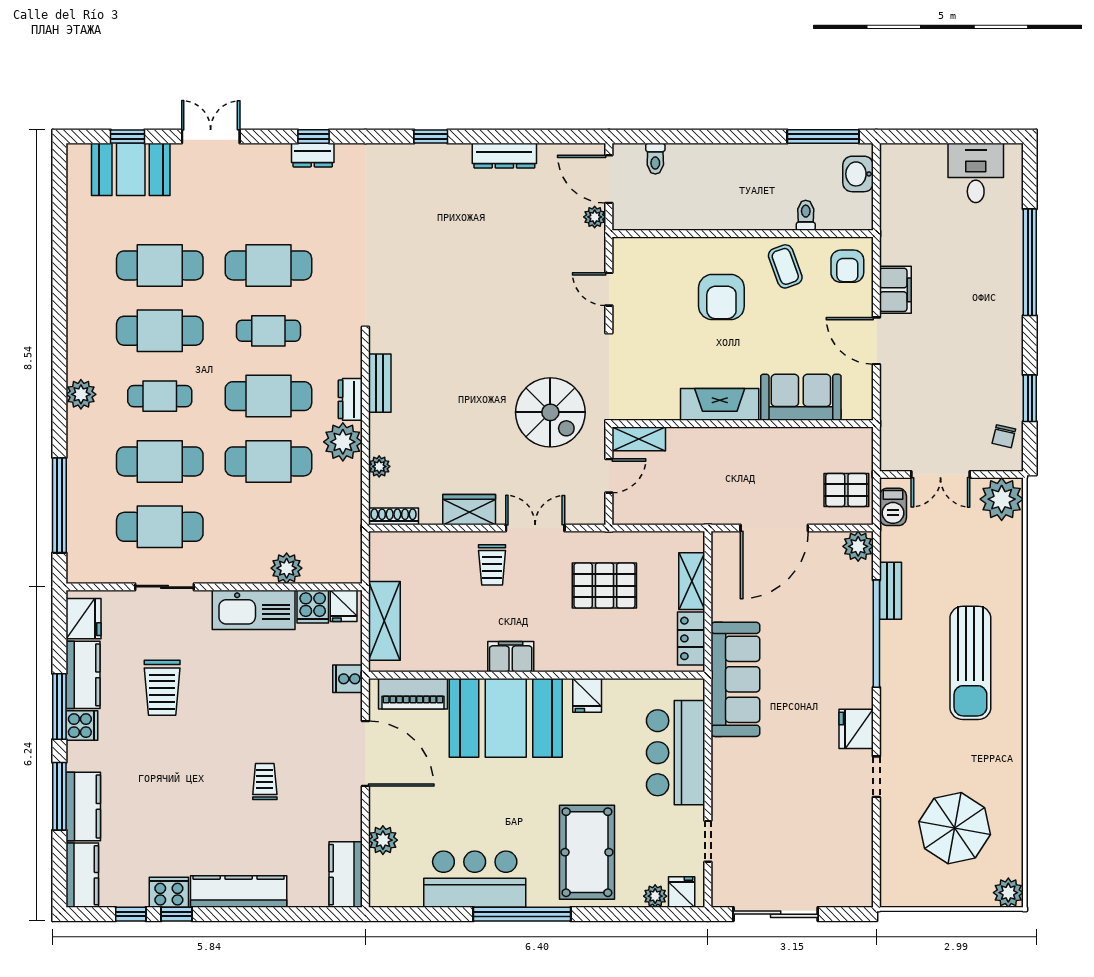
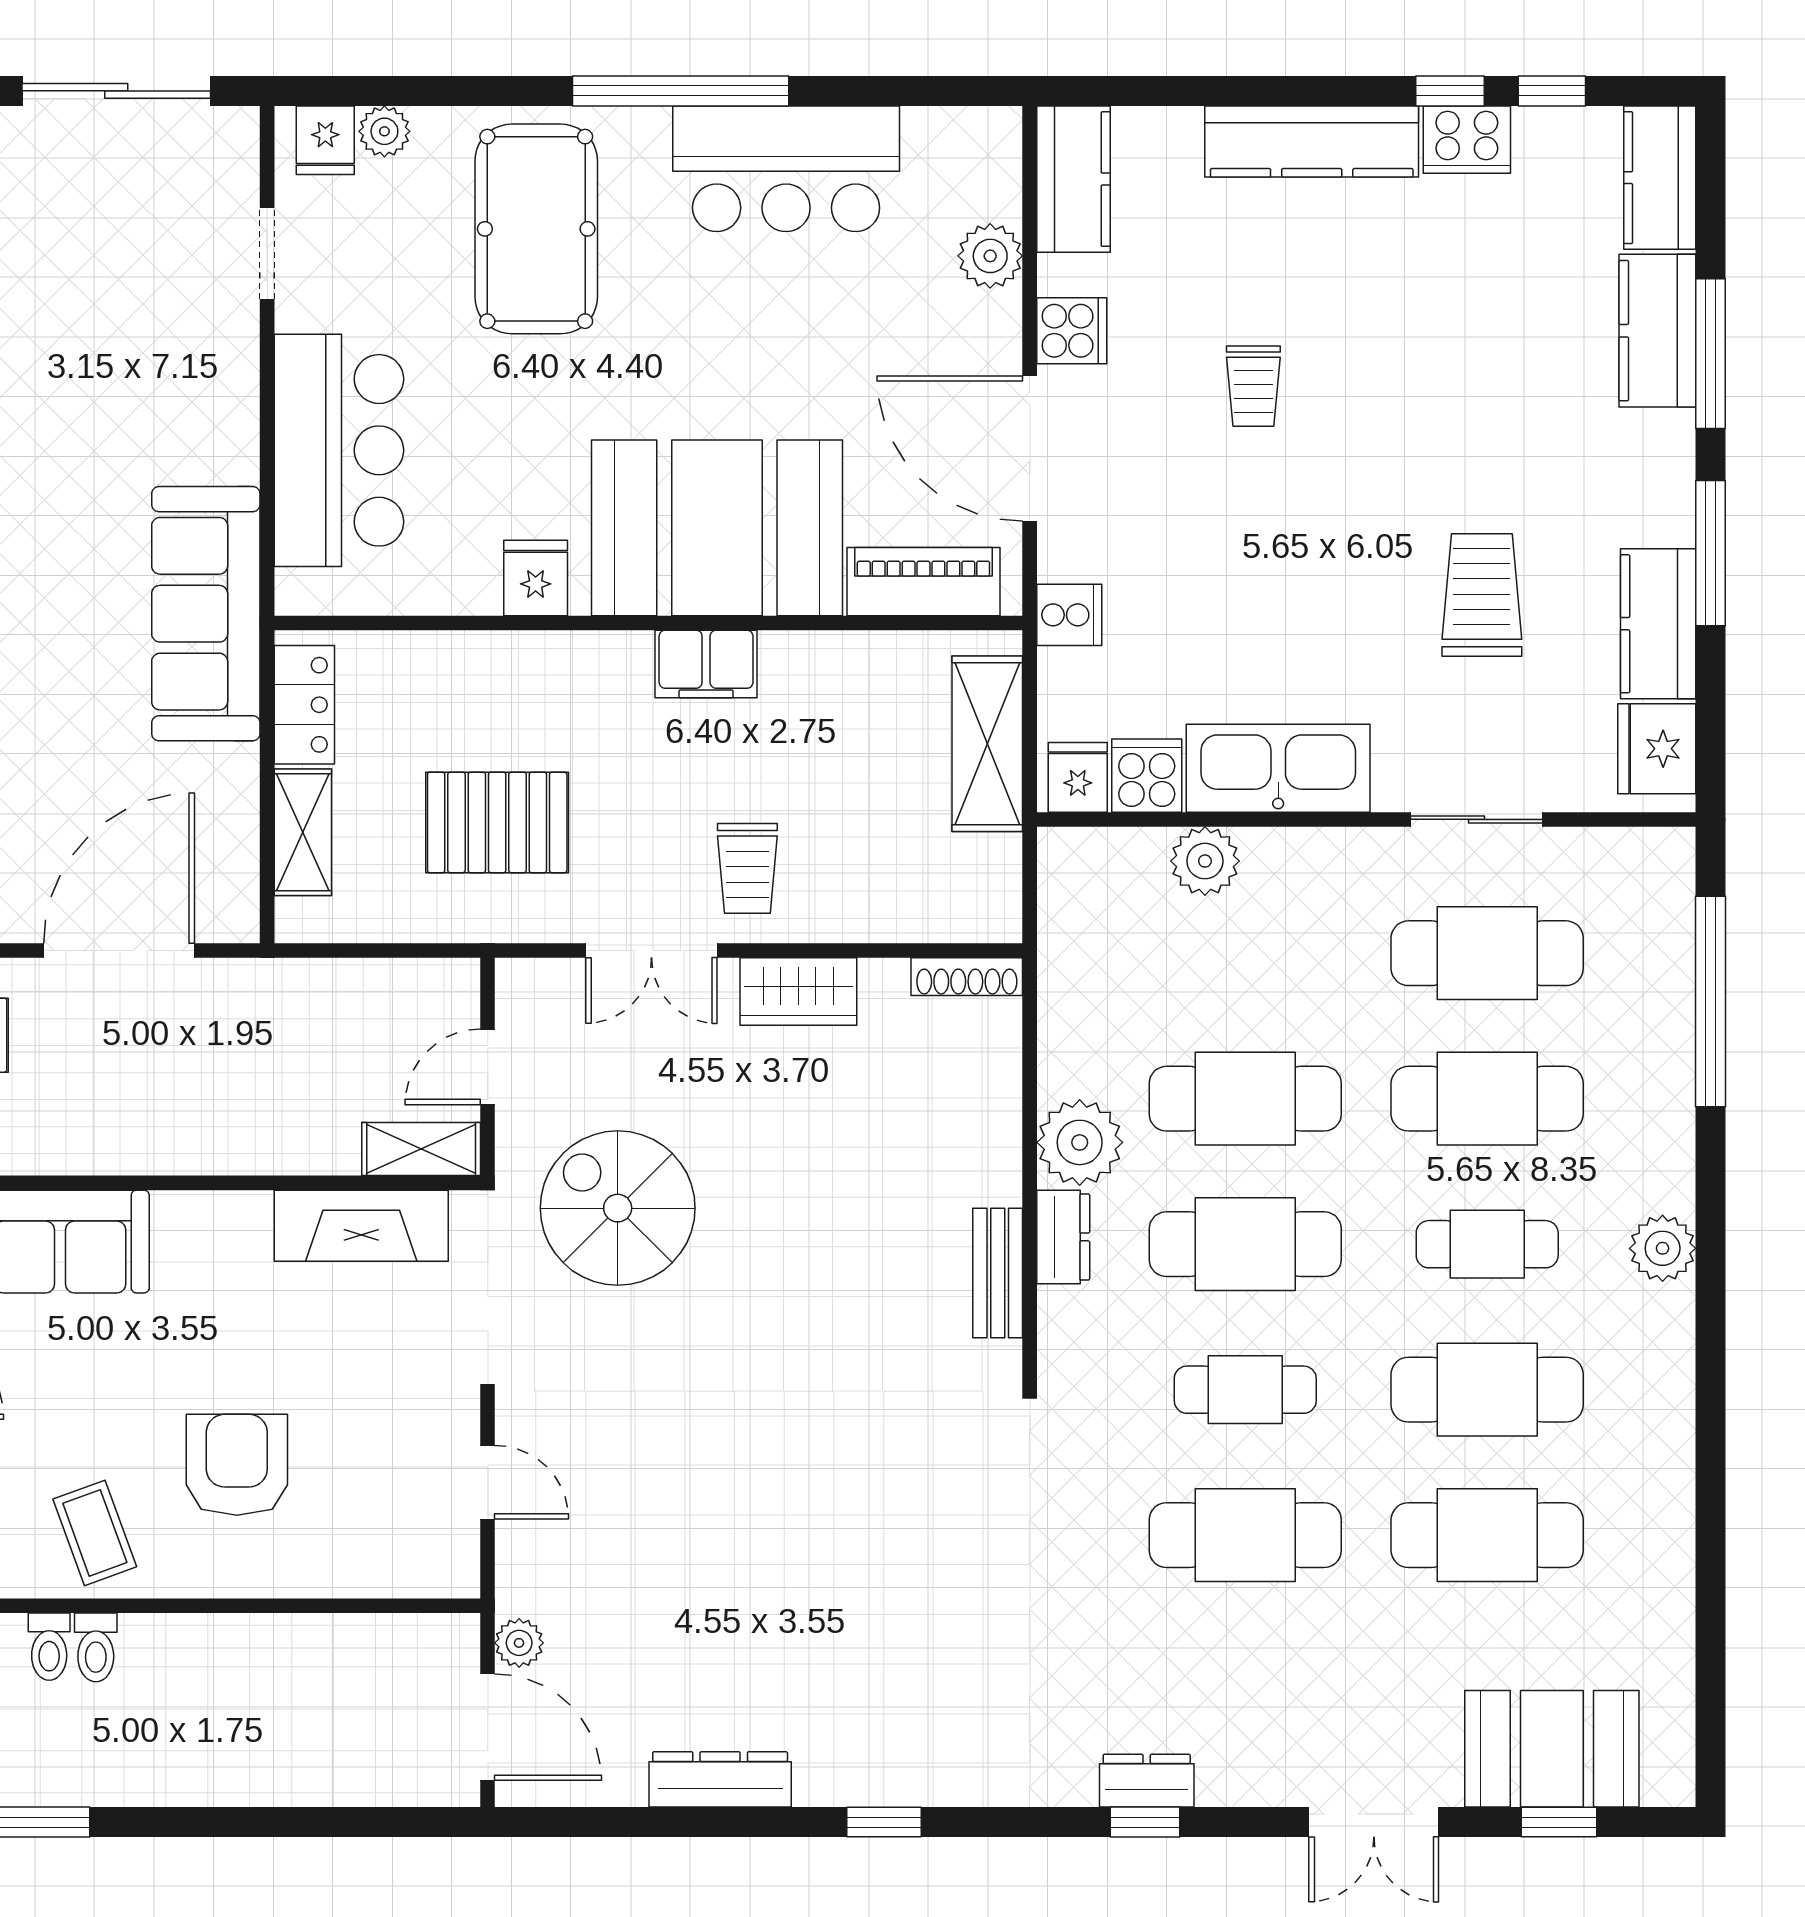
toilet: (655, 159) -> (96, 1647), moved, turned 180
fireplace: (720, 404) -> (361, 1226), moved
plant: (379, 466) -> (999, 1088), removed
trolley: (492, 565) -> (747, 868), turned 180
cooker: (82, 726) -> (1072, 331), moved, turned 180

